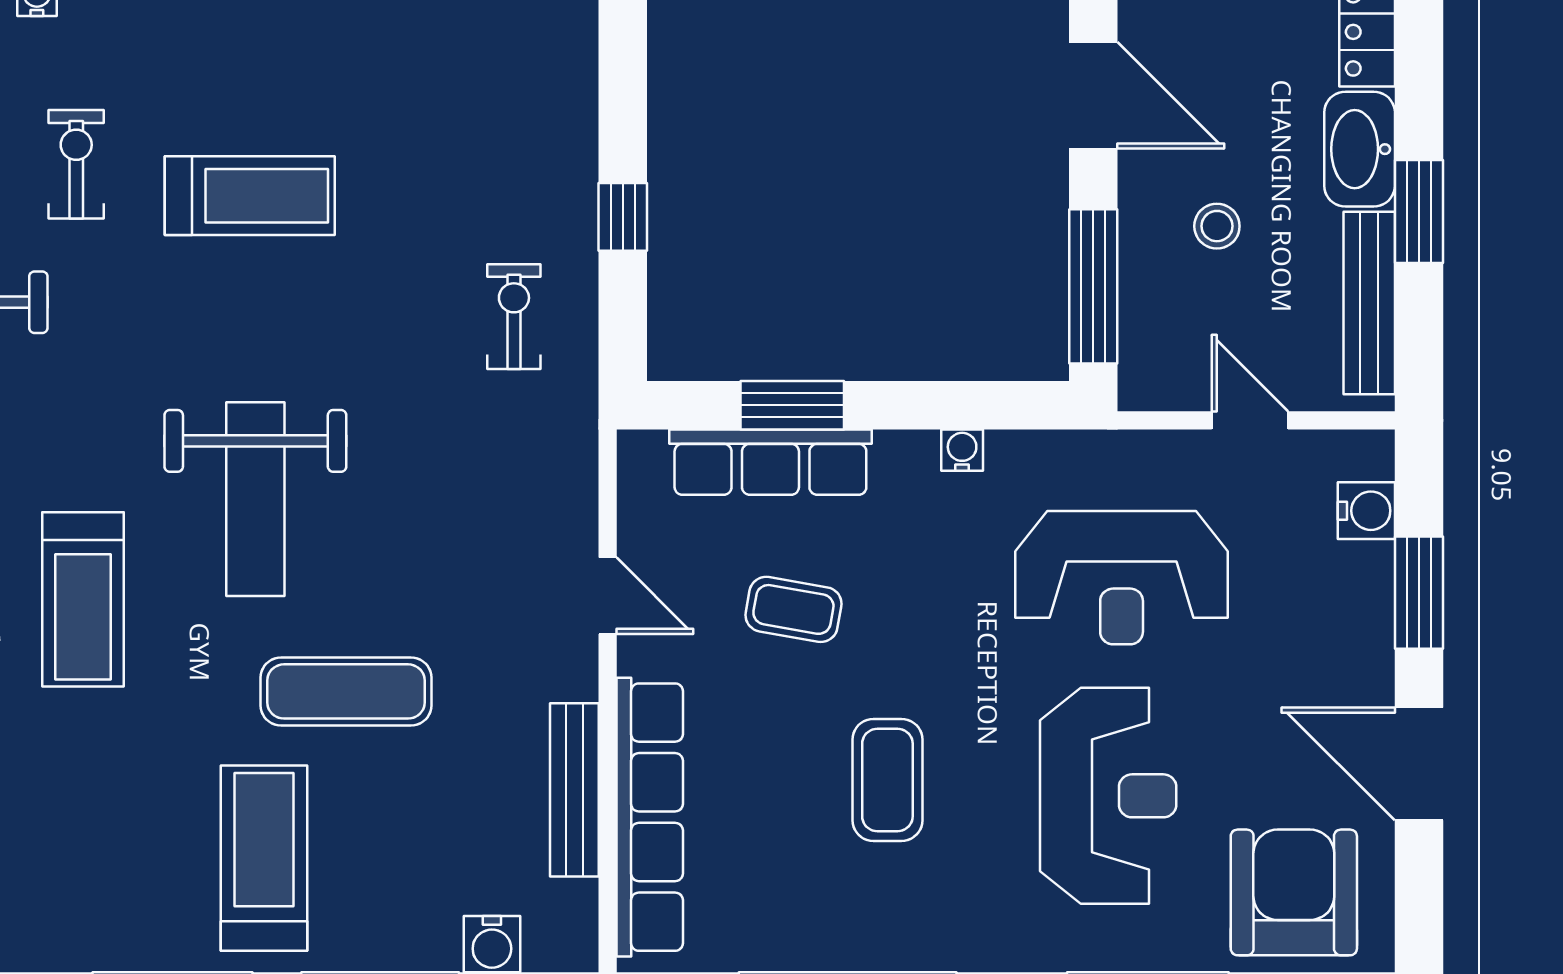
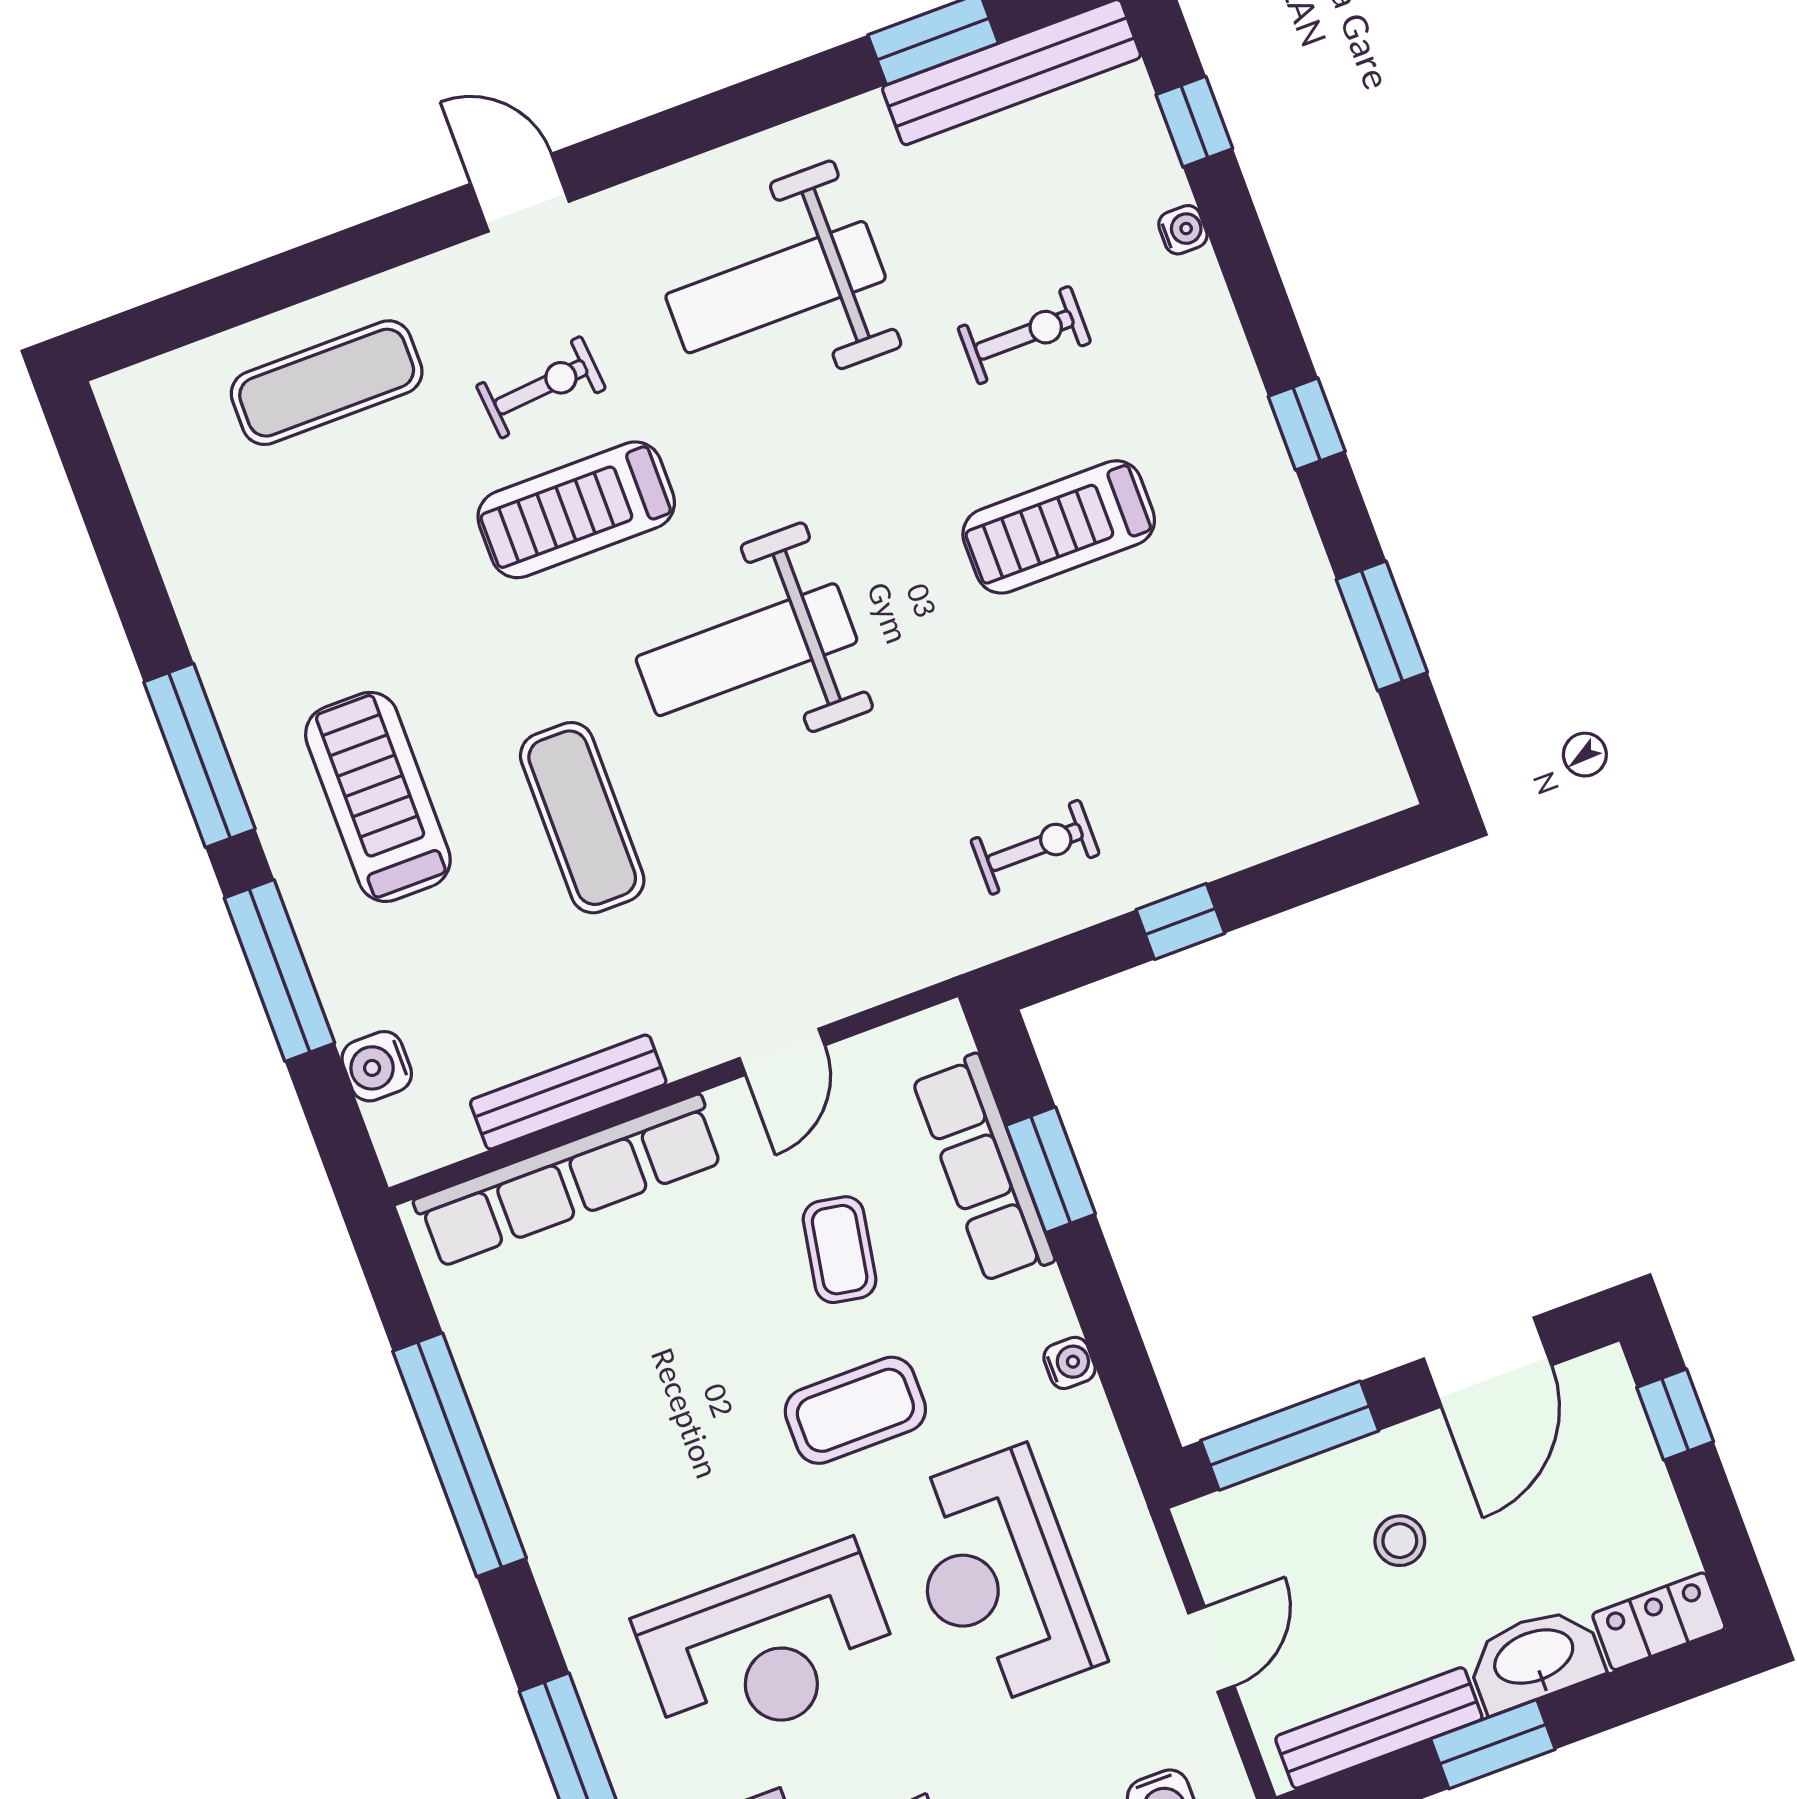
treadmill: (250, 196) -> (1059, 527), turned 90
coffee table: (887, 780) -> (855, 1410), moved
treadmill: (264, 858) -> (378, 797), turned -90

